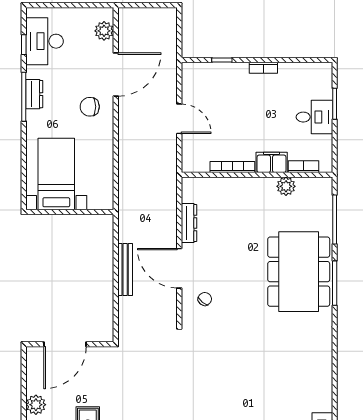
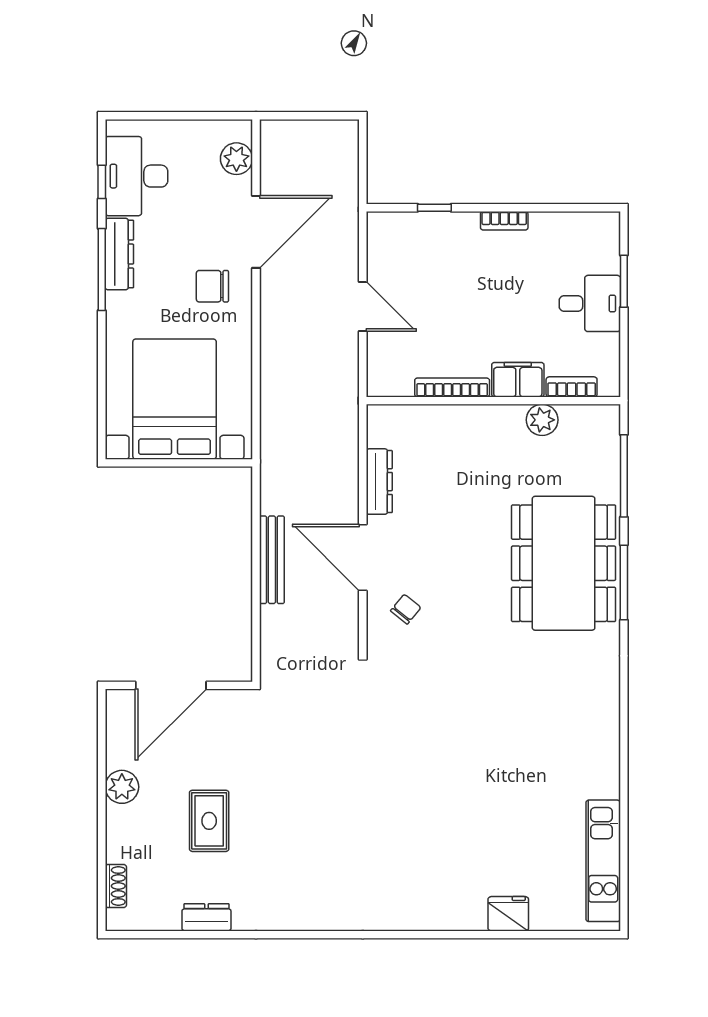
dresser: (34, 94) -> (119, 254), width x1.44
bed with nightstands: (56, 174) -> (175, 399), width x1.36

